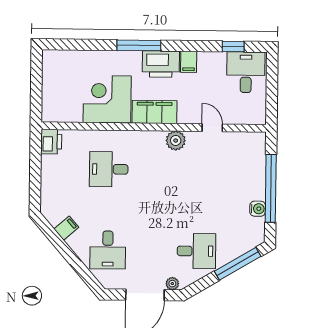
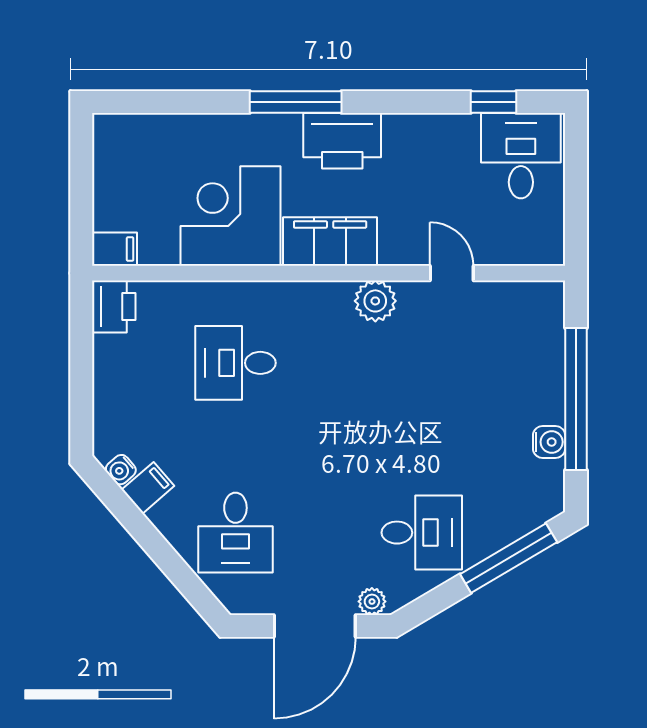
filing cabinet: (189, 62) -> (114, 249), moved, turned -90
water cooler: (54, 219) -> (121, 470), added

